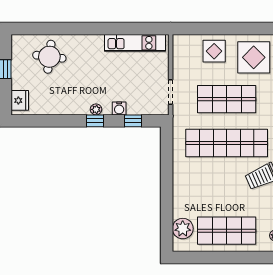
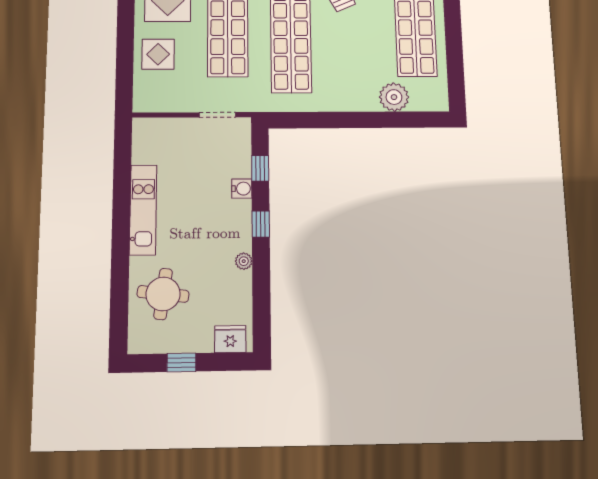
kitchen unit: (135, 43) -> (143, 210), moved
plant: (96, 109) -> (244, 261), moved
plant: (183, 229) -> (394, 97), moved

